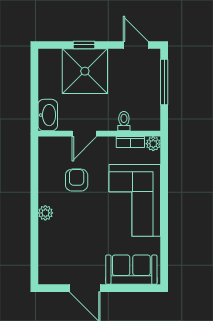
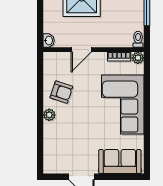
washbasin: (48, 115) -> (49, 41), width x0.52, depth x0.69
toilet: (124, 121) -> (138, 39), moved
armchair: (77, 180) -> (61, 92), moved, turned 108

